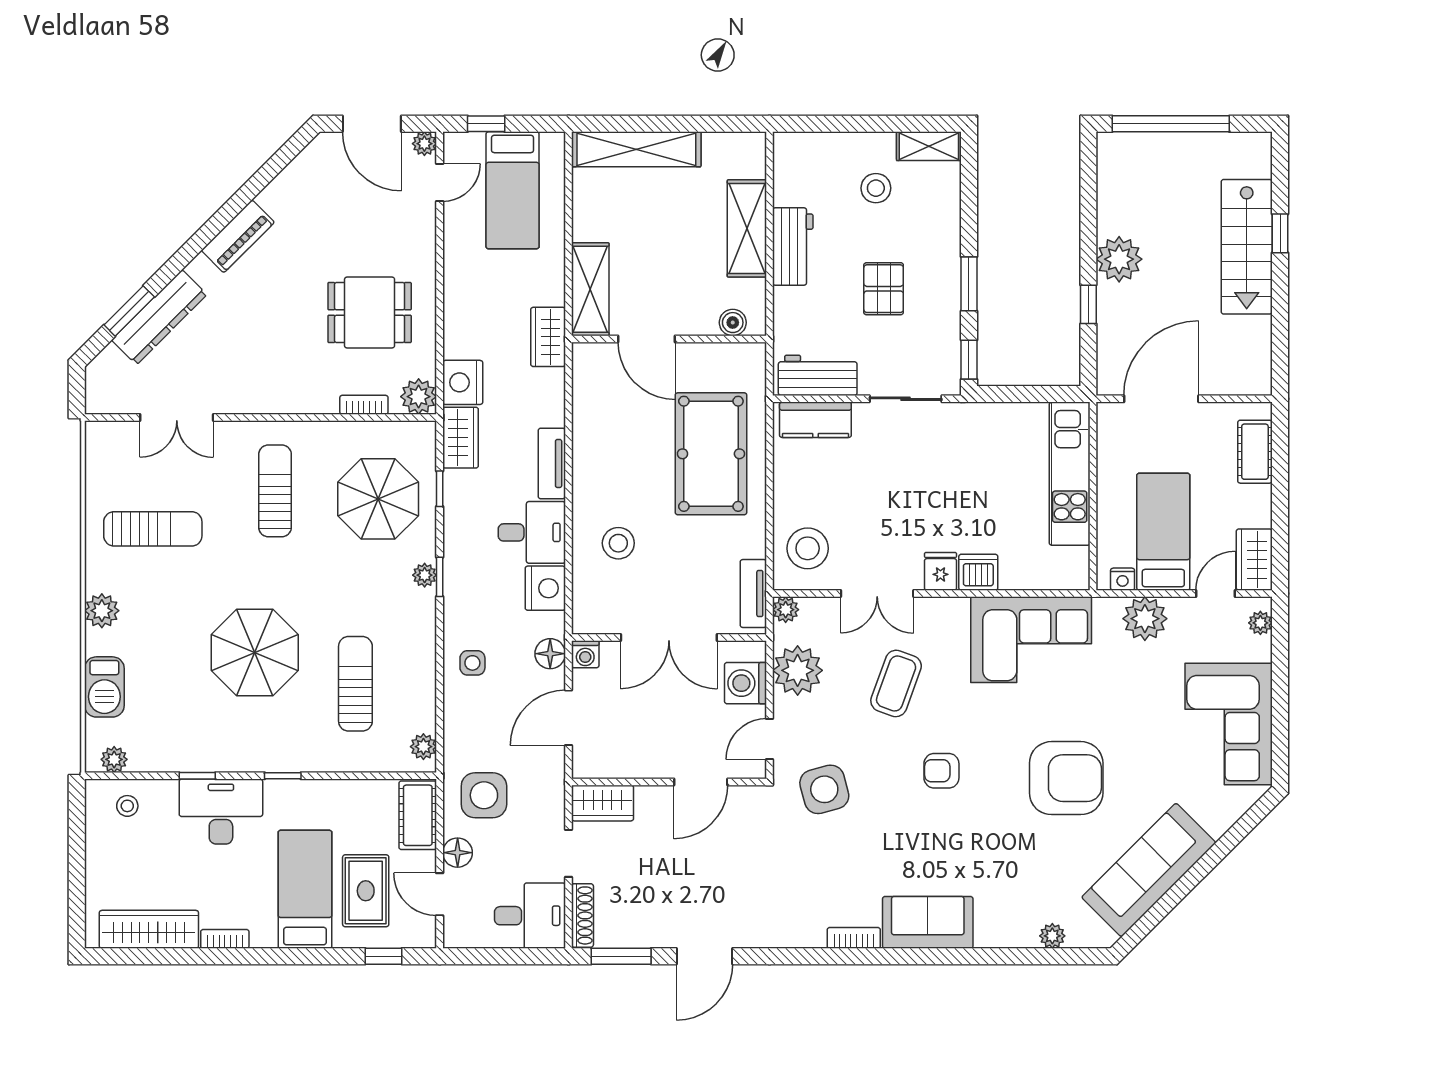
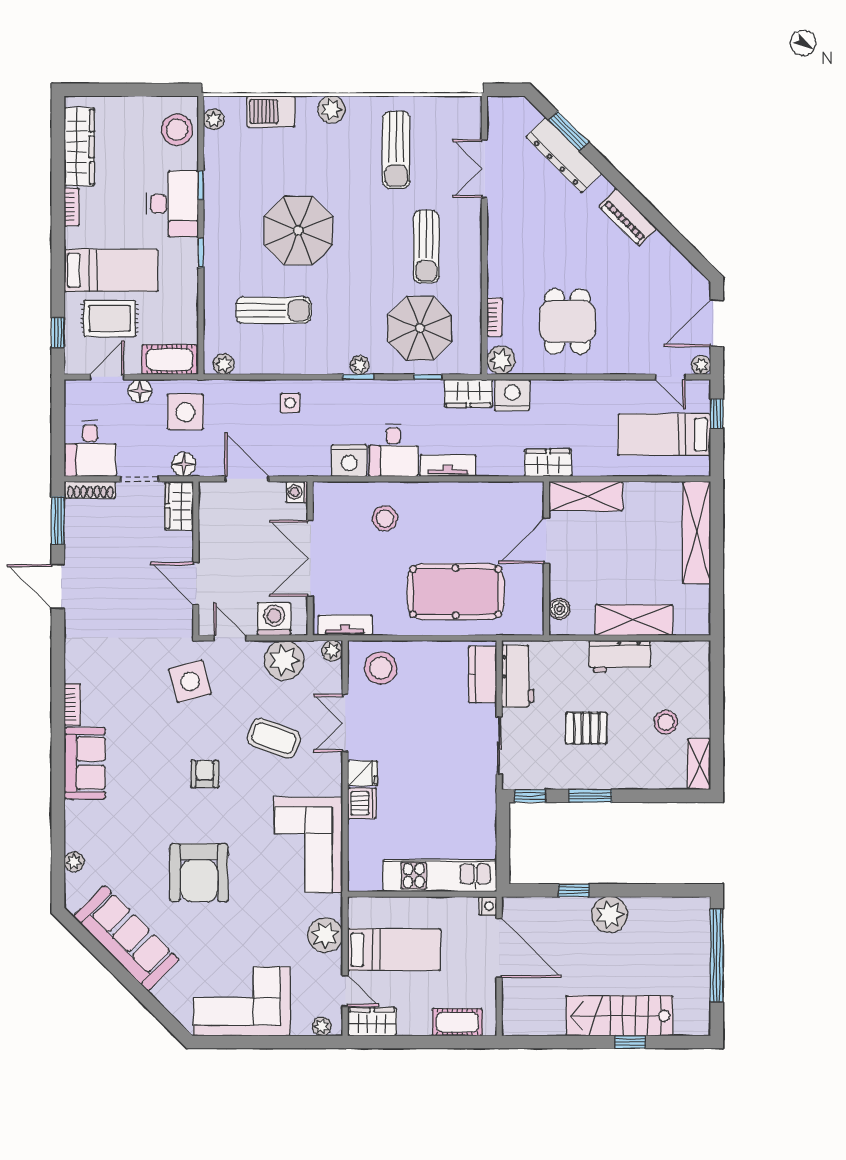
sun lounger: (275, 491) -> (426, 247), turned 90
nightstand: (1123, 579) -> (488, 906), moved, turned 180
floor lamp: (550, 654) -> (184, 464), moved
stool: (127, 806) -> (177, 130), width x1.89, depth x1.89

